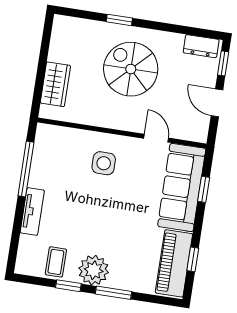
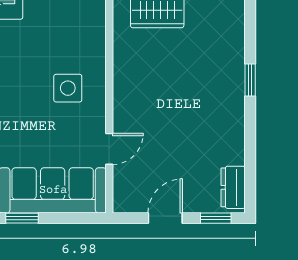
spiral stairs: (131, 69) -> (191, 104), removed
window: (204, 189) -> (22, 218), moved

